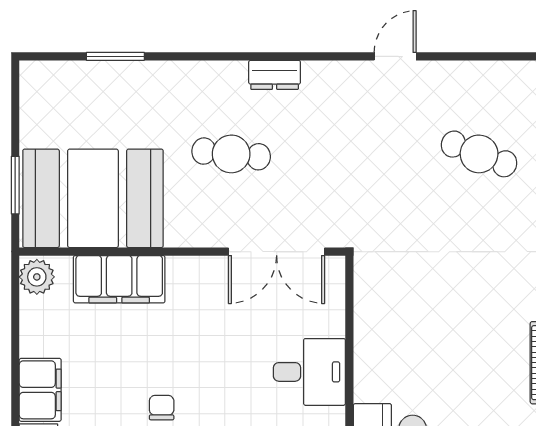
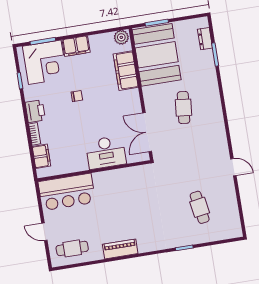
dresser: (275, 75) -> (205, 39), moved
cafe table: (479, 154) -> (200, 207), turned -30
desk: (309, 372) -> (106, 152), width x1.37

